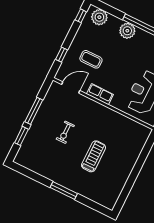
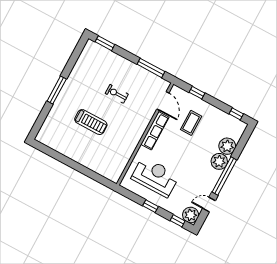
plant: (99, 17) -> (227, 146), moved
row of seats: (100, 94) -> (155, 131), width x1.48
window: (34, 111) -> (151, 68), moved
window: (21, 136) -> (105, 43), moved

